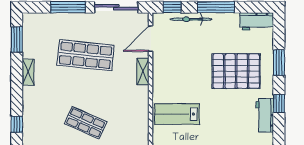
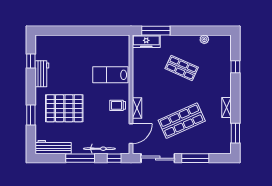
workbench: (257, 21) -> (53, 147), width x1.38
shop shelf: (86, 55) -> (182, 121), turned -30
trolley: (168, 75) -> (118, 105), added
window: (279, 104) -> (31, 61), moved
lab bench: (177, 114) -> (110, 75), turned 180

